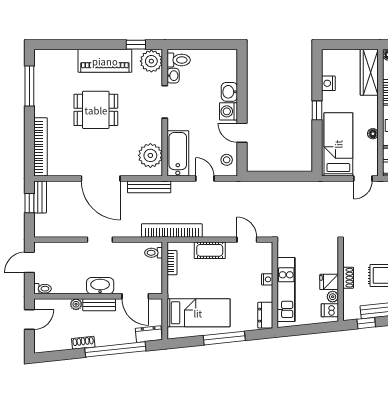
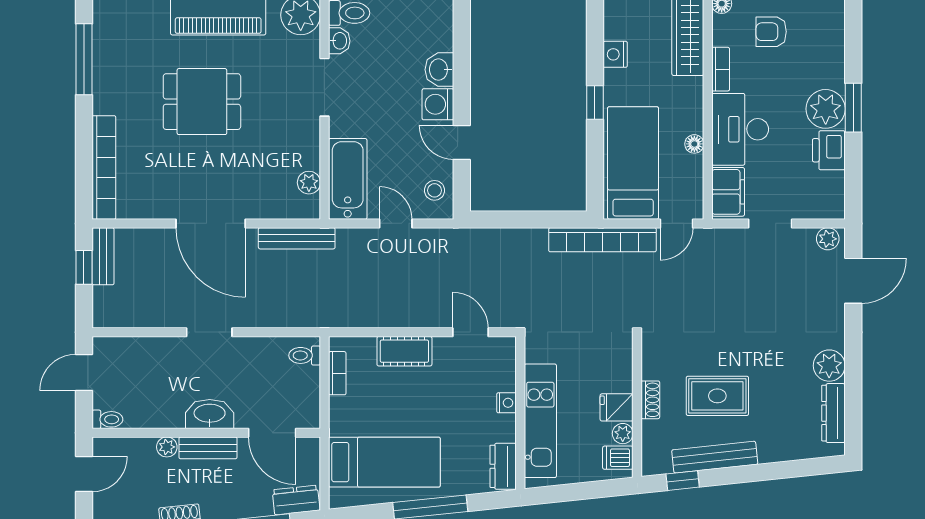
plant: (150, 155) -> (309, 183), width x0.53, depth x0.53
bookcase: (172, 230) -> (602, 240), moved, turned 180

